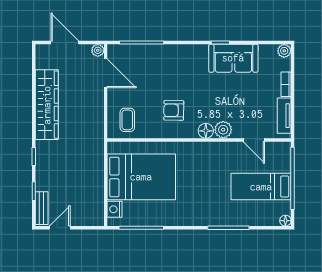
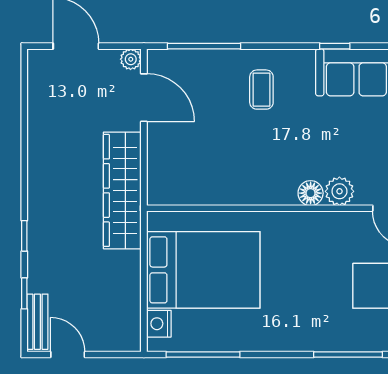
wardrobe: (47, 105) -> (122, 190), moved, turned 180
armchair: (174, 110) -> (257, 159), removed
coffee table: (127, 120) -> (261, 90), moved
door: (60, 228) -> (68, 355), hinge flipped

